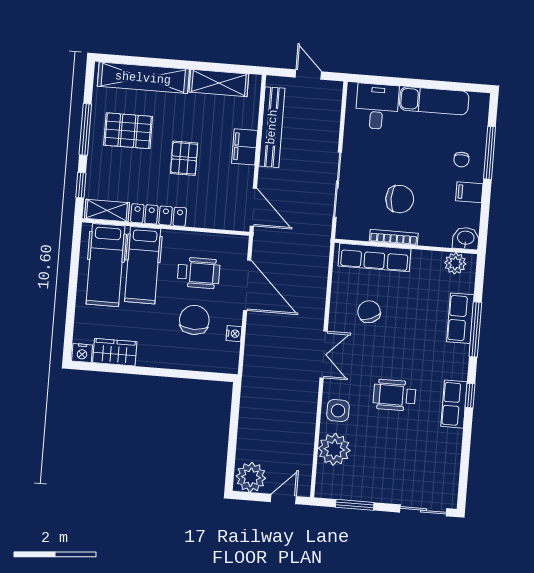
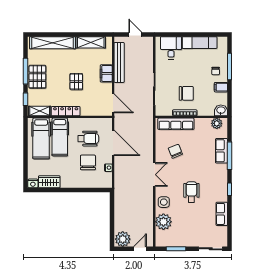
pallet: (128, 131) -> (37, 77), moved, turned 90
wheelchair: (394, 395) -> (191, 192), turned 90
row of seats: (454, 404) -> (222, 214), moved

